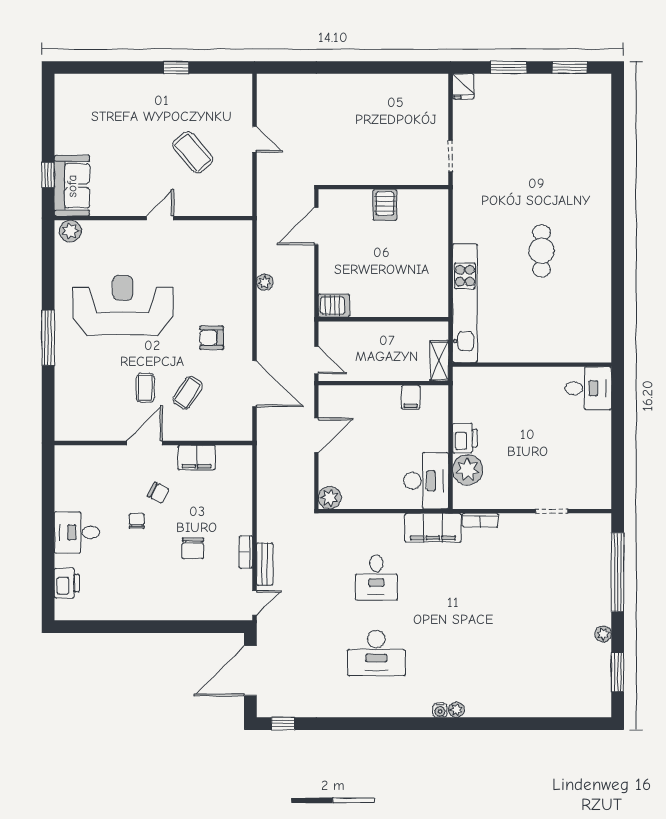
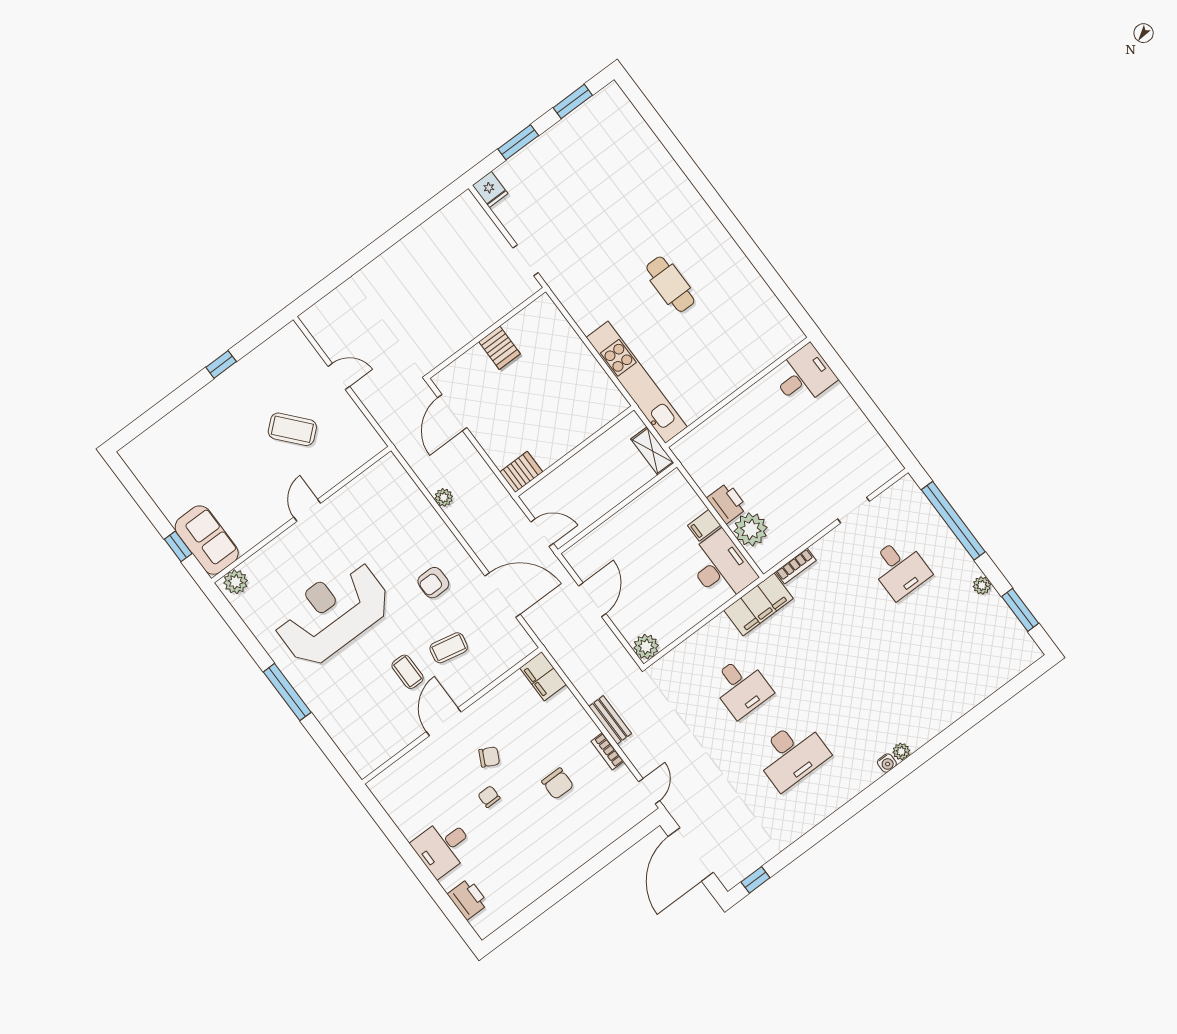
coffee table: (188, 393) -> (449, 648), turned 69
filing cabinet: (411, 397) -> (704, 525), moved, turned 90
filing cabinet: (197, 457) -> (543, 676), moved, turned 90
bench: (265, 564) -> (610, 720), moved
desk: (554, 578) -> (900, 568), added

